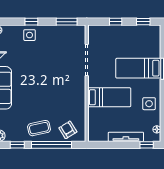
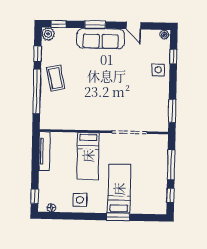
window: (31, 22) -> (173, 57), moved
window: (116, 22) -> (171, 165), width x2.17
armchair: (68, 130) -> (53, 110), removed
tv unit: (126, 137) -> (44, 151), moved

